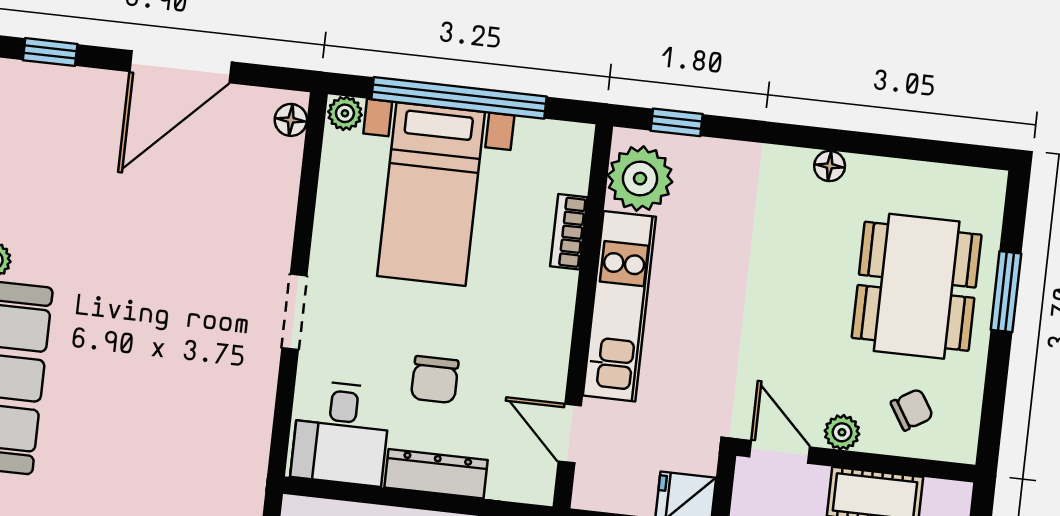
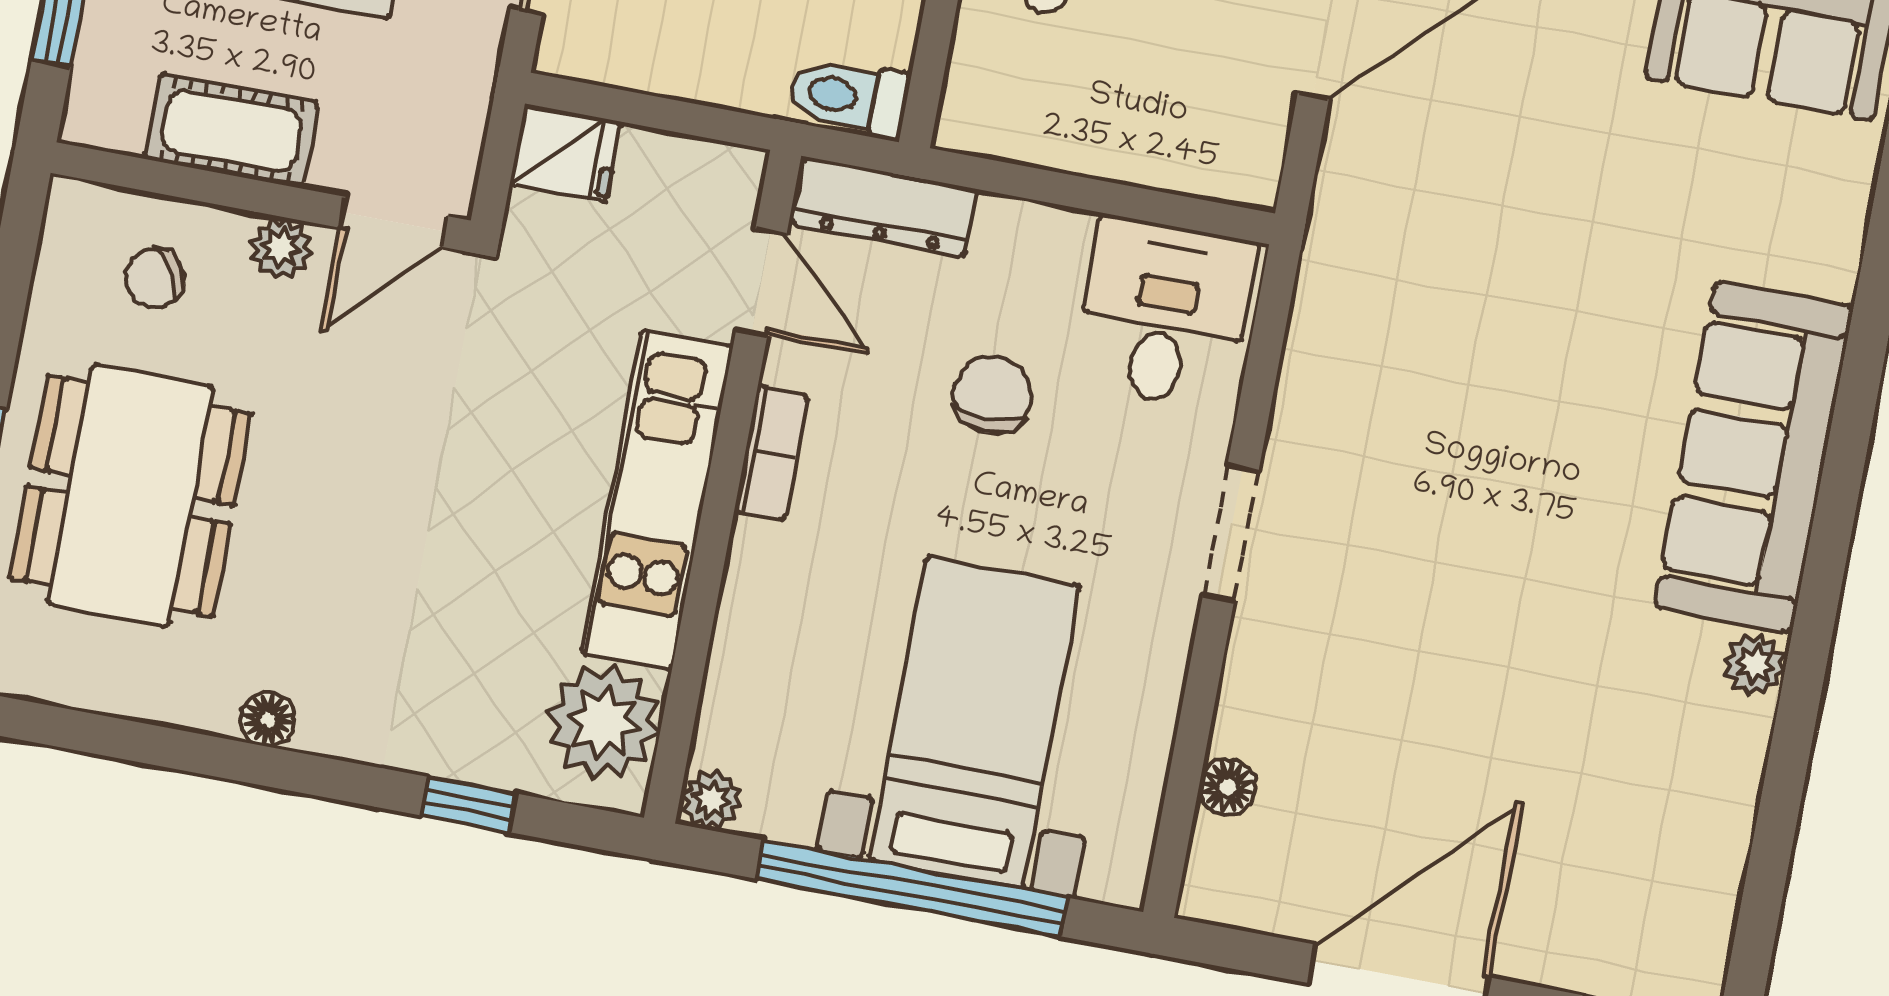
plant: (345, 113) -> (711, 800), moved
floor lamp: (291, 120) -> (1228, 787), moved
window: (677, 122) -> (468, 804), moved
bookcase: (569, 232) -> (771, 453), moved
door: (780, 452) -> (394, 222), hinge flipped
dresser: (436, 474) -> (885, 207), moved

